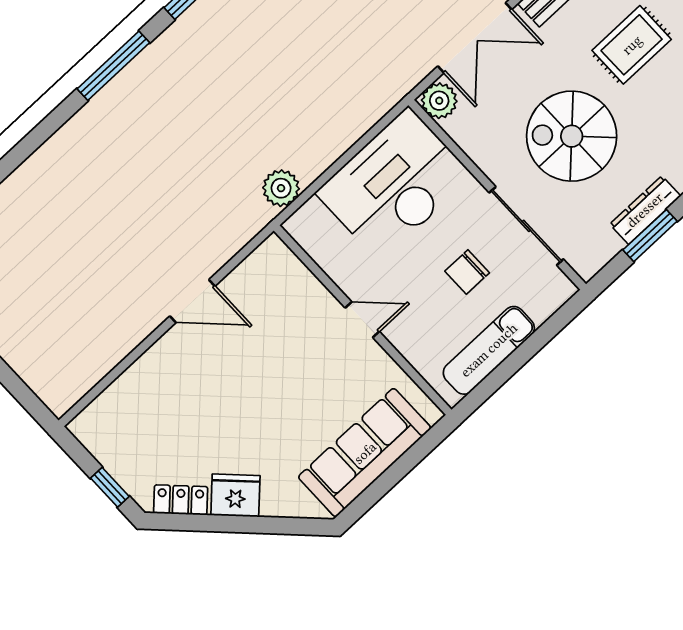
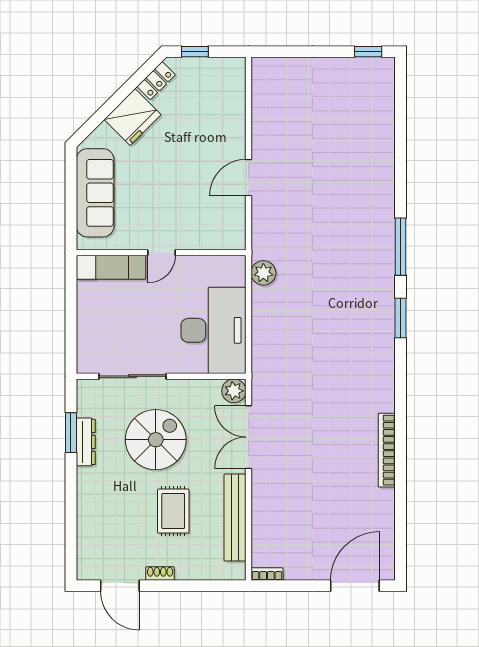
chair: (467, 272) -> (137, 326), removed
exam couch: (489, 350) -> (111, 267), moved, turned 90
fridge: (235, 495) -> (132, 117), width x1.36, depth x1.34

